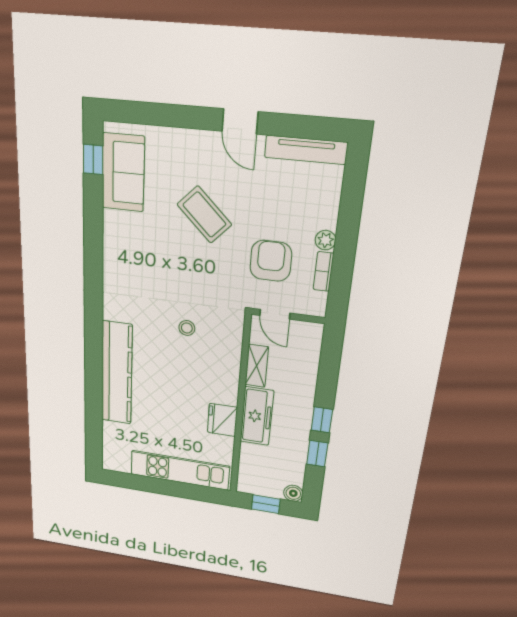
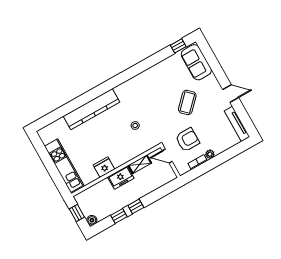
door: (240, 121) -> (231, 93), swing flipped
sofa: (123, 173) -> (196, 62), moved, turned 90
door: (275, 314) -> (167, 156), hinge flipped
freezer: (257, 416) -> (121, 178), width x0.71

